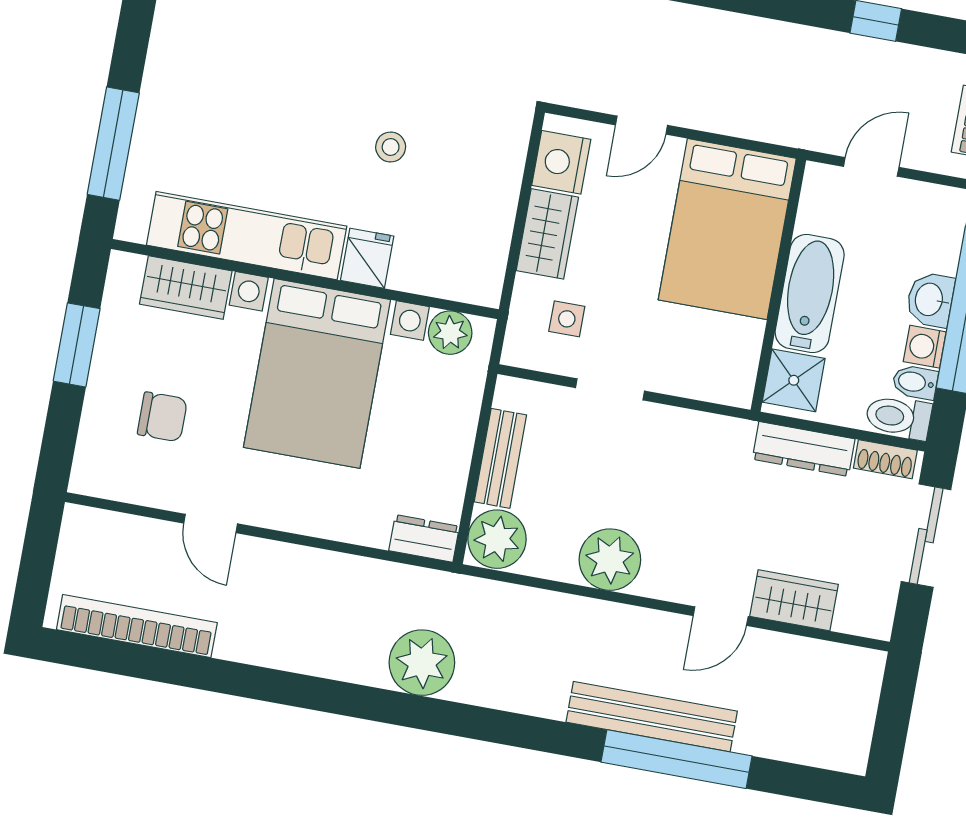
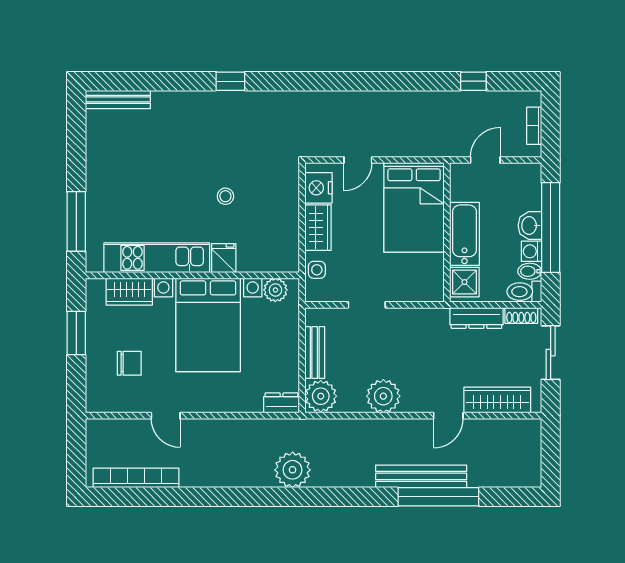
side table: (567, 319) -> (317, 270), moved
wardrobe: (794, 600) -> (497, 400), width x1.50

